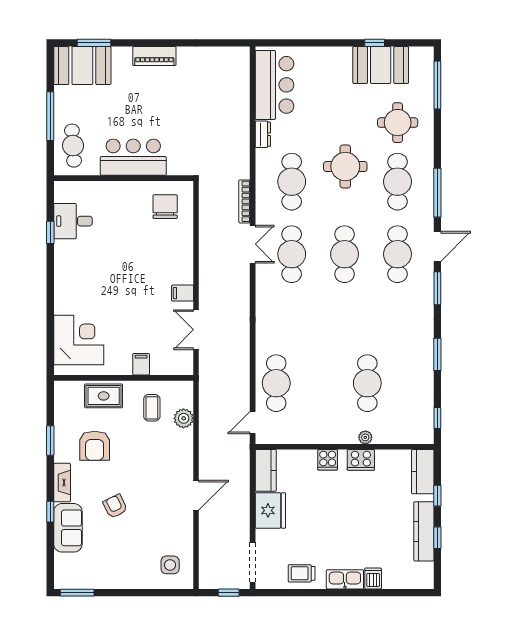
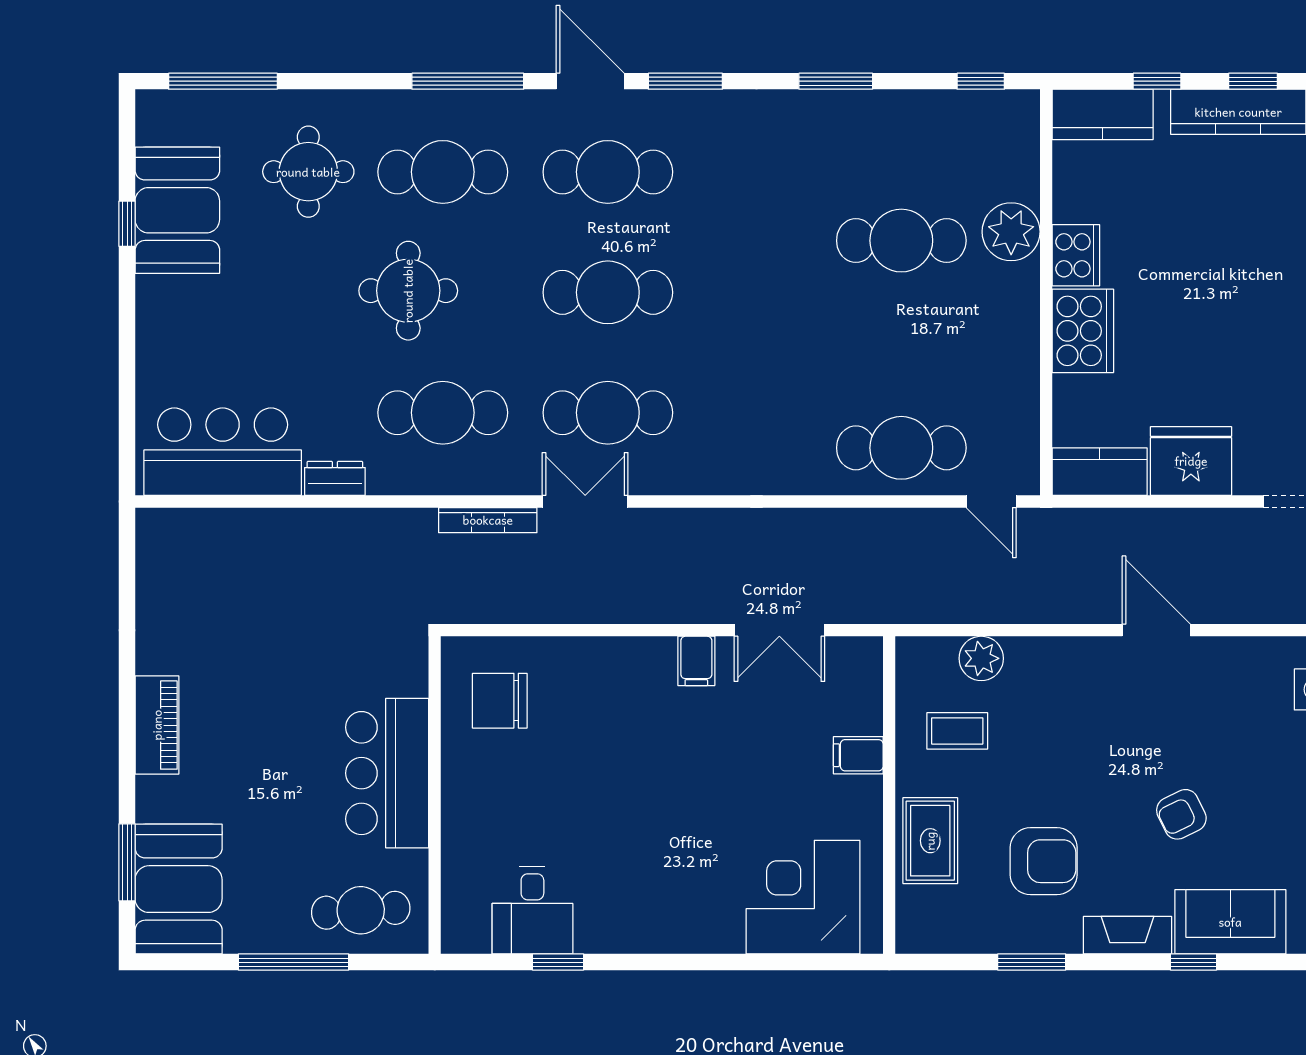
plant: (365, 437) -> (1011, 232), width x1.88, depth x1.88
cooker: (328, 460) -> (1083, 331), width x1.87, depth x1.31

